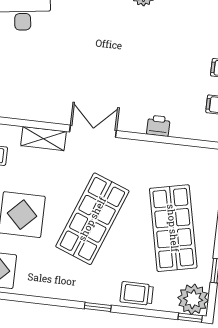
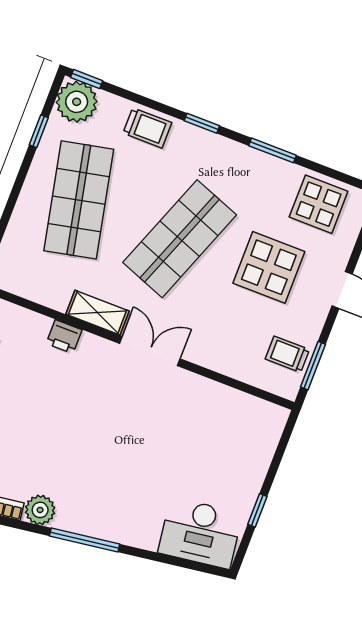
double door: (93, 131) -> (150, 351), swing flipped
shelving: (44, 139) -> (97, 313), moved
window: (41, 300) -> (272, 150), added

